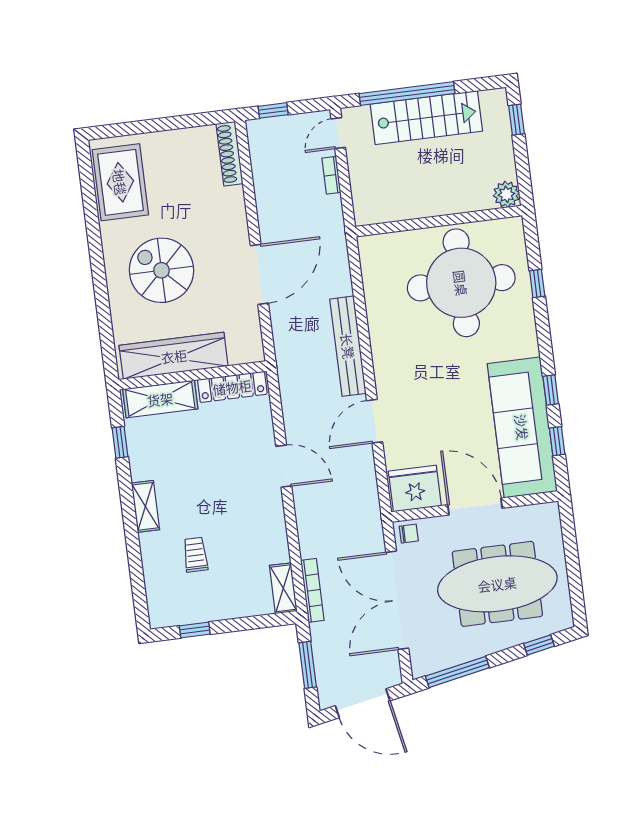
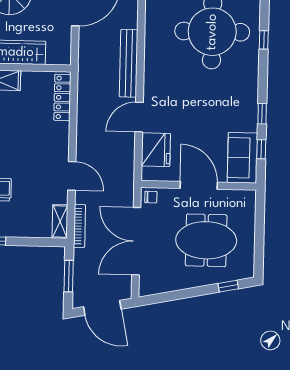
locker: (232, 387) -> (62, 97), moved, turned 90
sofa: (522, 427) -> (242, 158), width x0.54, depth x0.79
door: (284, 466) -> (72, 176), moved
fridge: (415, 489) -> (156, 150), moved, turned 90
meeting table: (497, 584) -> (206, 240), width x0.73
window: (457, 672) -> (170, 296), removed

